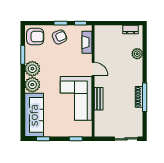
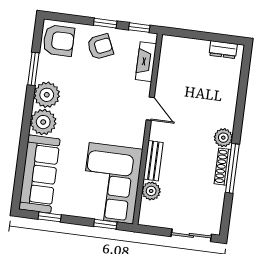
plant: (137, 54) -> (223, 138), moved
corner sofa: (76, 98) -> (111, 183), moved
plant: (100, 116) -> (151, 191), added

